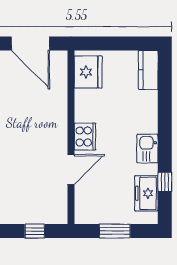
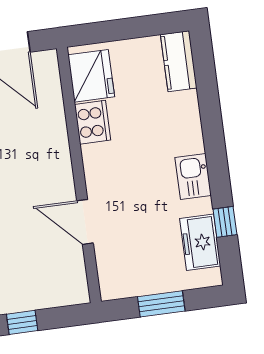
cooker: (85, 137) -> (93, 122), moved
door: (71, 169) -> (85, 222), swing flipped
window: (35, 231) -> (22, 322), moved

